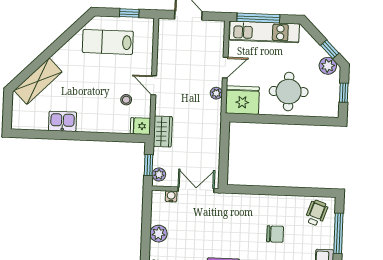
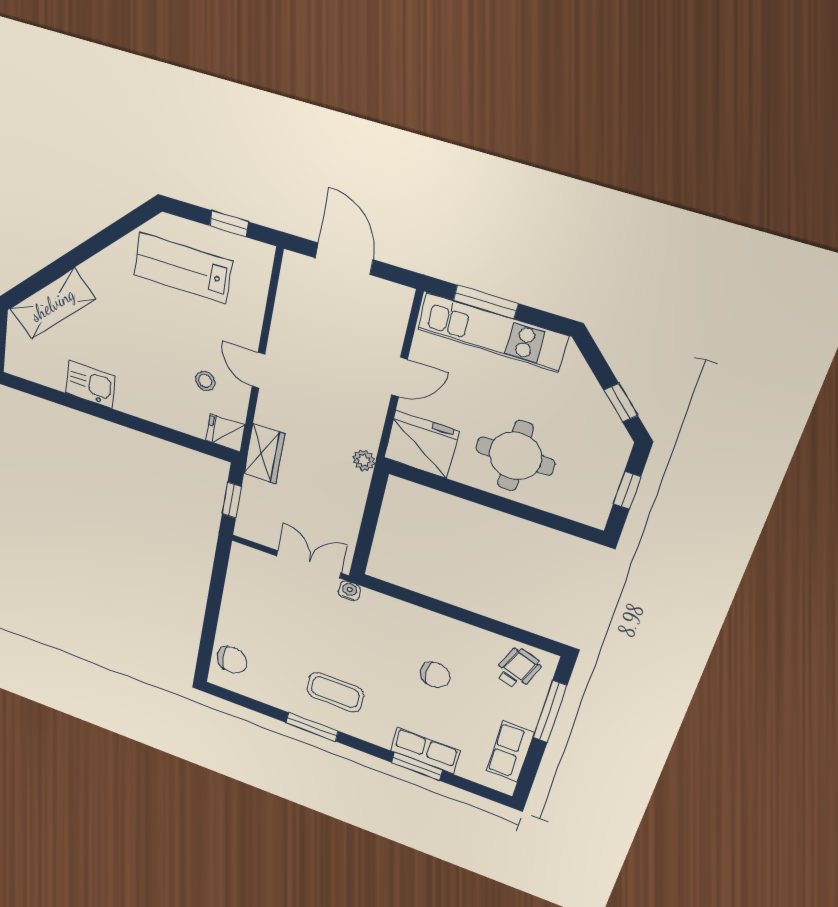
window: (258, 18) -> (486, 302), width x0.69
plant: (328, 66) -> (608, 432), removed
plant: (216, 93) -> (364, 460), moved
plant: (159, 175) -> (248, 521), removed
water cooler: (171, 196) -> (350, 591), moved
plant: (159, 234) -> (235, 609), removed

